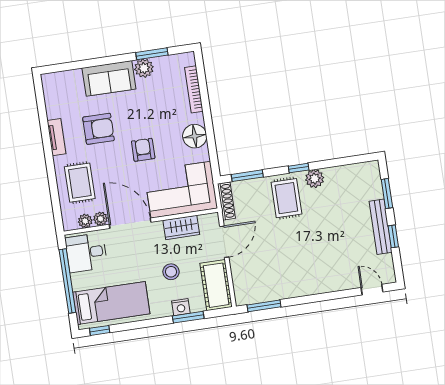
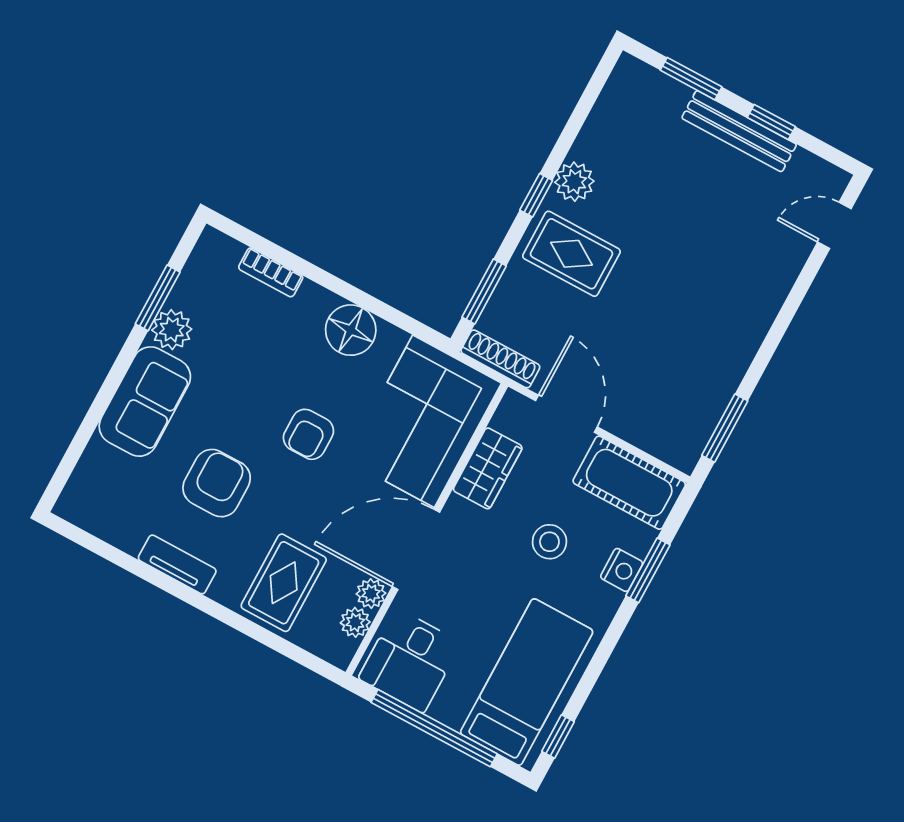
bookcase: (194, 89) -> (271, 272), width x0.64
armchair: (143, 150) -> (308, 434), turned -90
rug: (80, 183) -> (284, 583), turned 90

